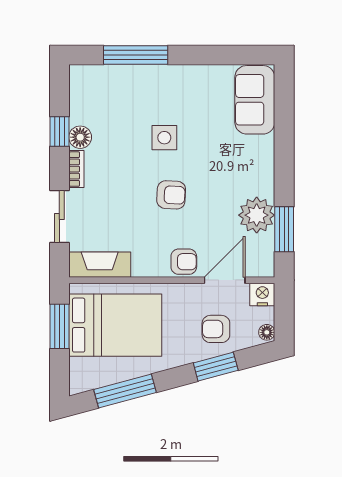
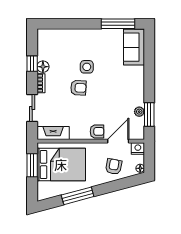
window: (136, 55) -> (118, 24), moved
armchair: (171, 195) -> (78, 88), moved
plant: (257, 215) -> (139, 112), width x0.53, depth x0.53
armchair: (216, 329) -> (114, 167), turned 101
window: (216, 367) -> (114, 186), removed
window: (125, 391) -> (78, 196), moved

